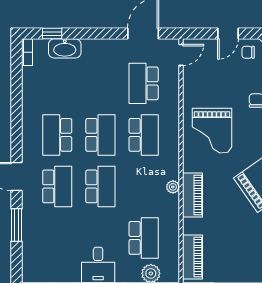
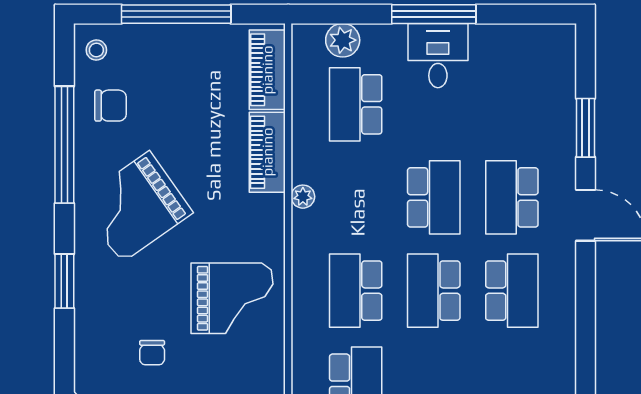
grand piano: (212, 131) -> (232, 298), turned 90
school desk: (100, 186) -> (434, 197), turned 180
piano: (193, 195) -> (267, 152), moved

